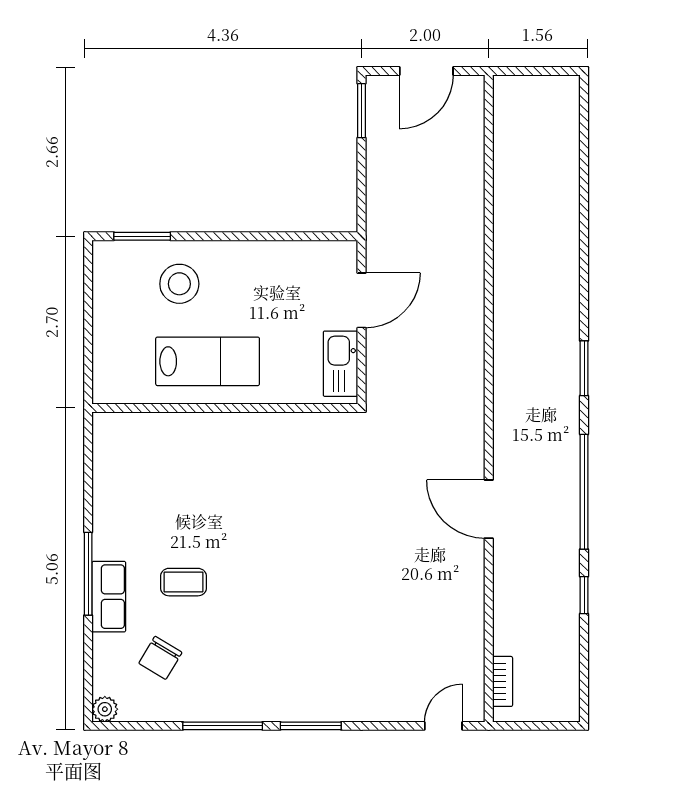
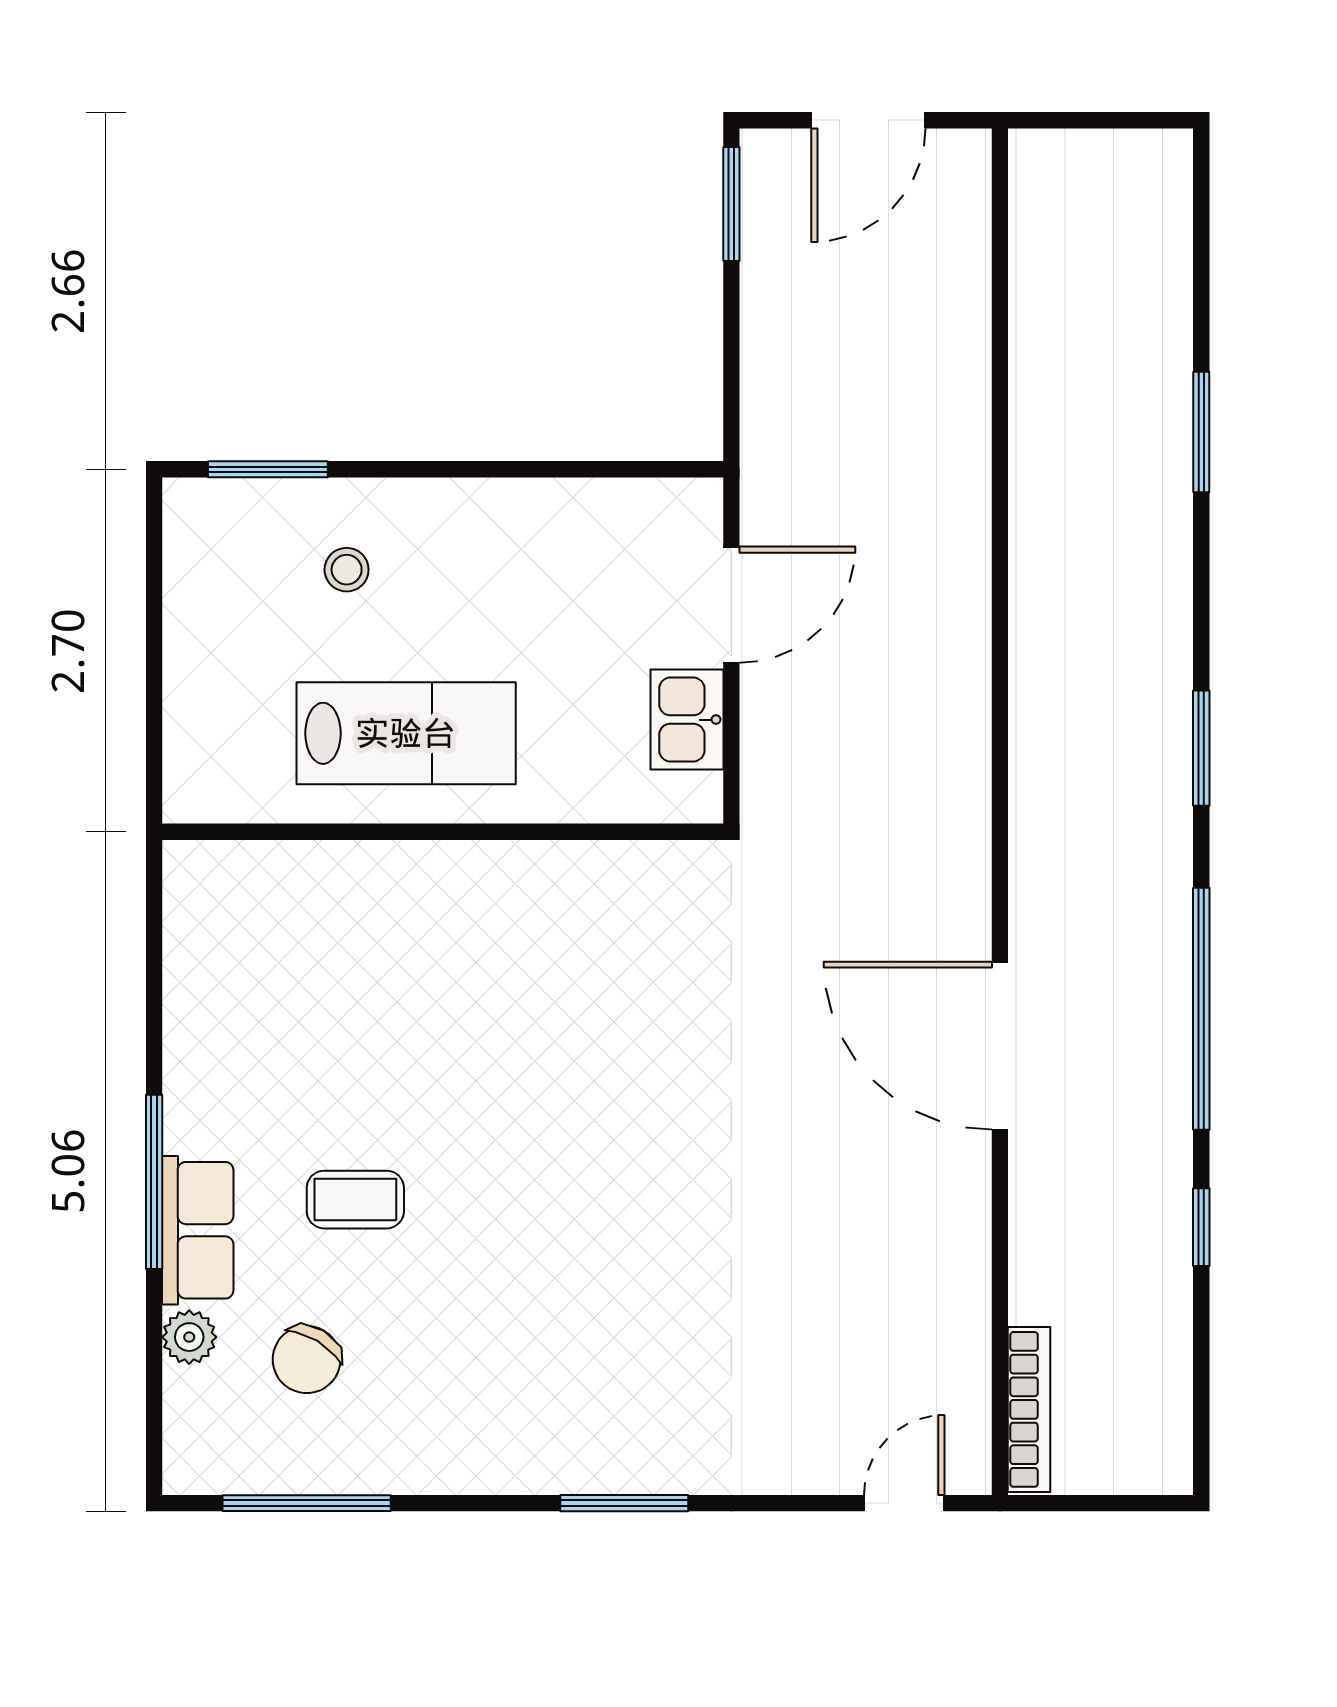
window: (584, 219) -> (1201, 432), added
stool: (179, 284) -> (347, 570), width x0.53, depth x0.53
kitchen sink: (340, 364) -> (687, 720), width x0.73
door: (489, 509) -> (1000, 1046), width x1.36
bookcase: (503, 681) -> (1029, 1409), width x1.56
plant: (105, 709) -> (189, 1337), moved
window: (223, 726) -> (307, 1503), moved

